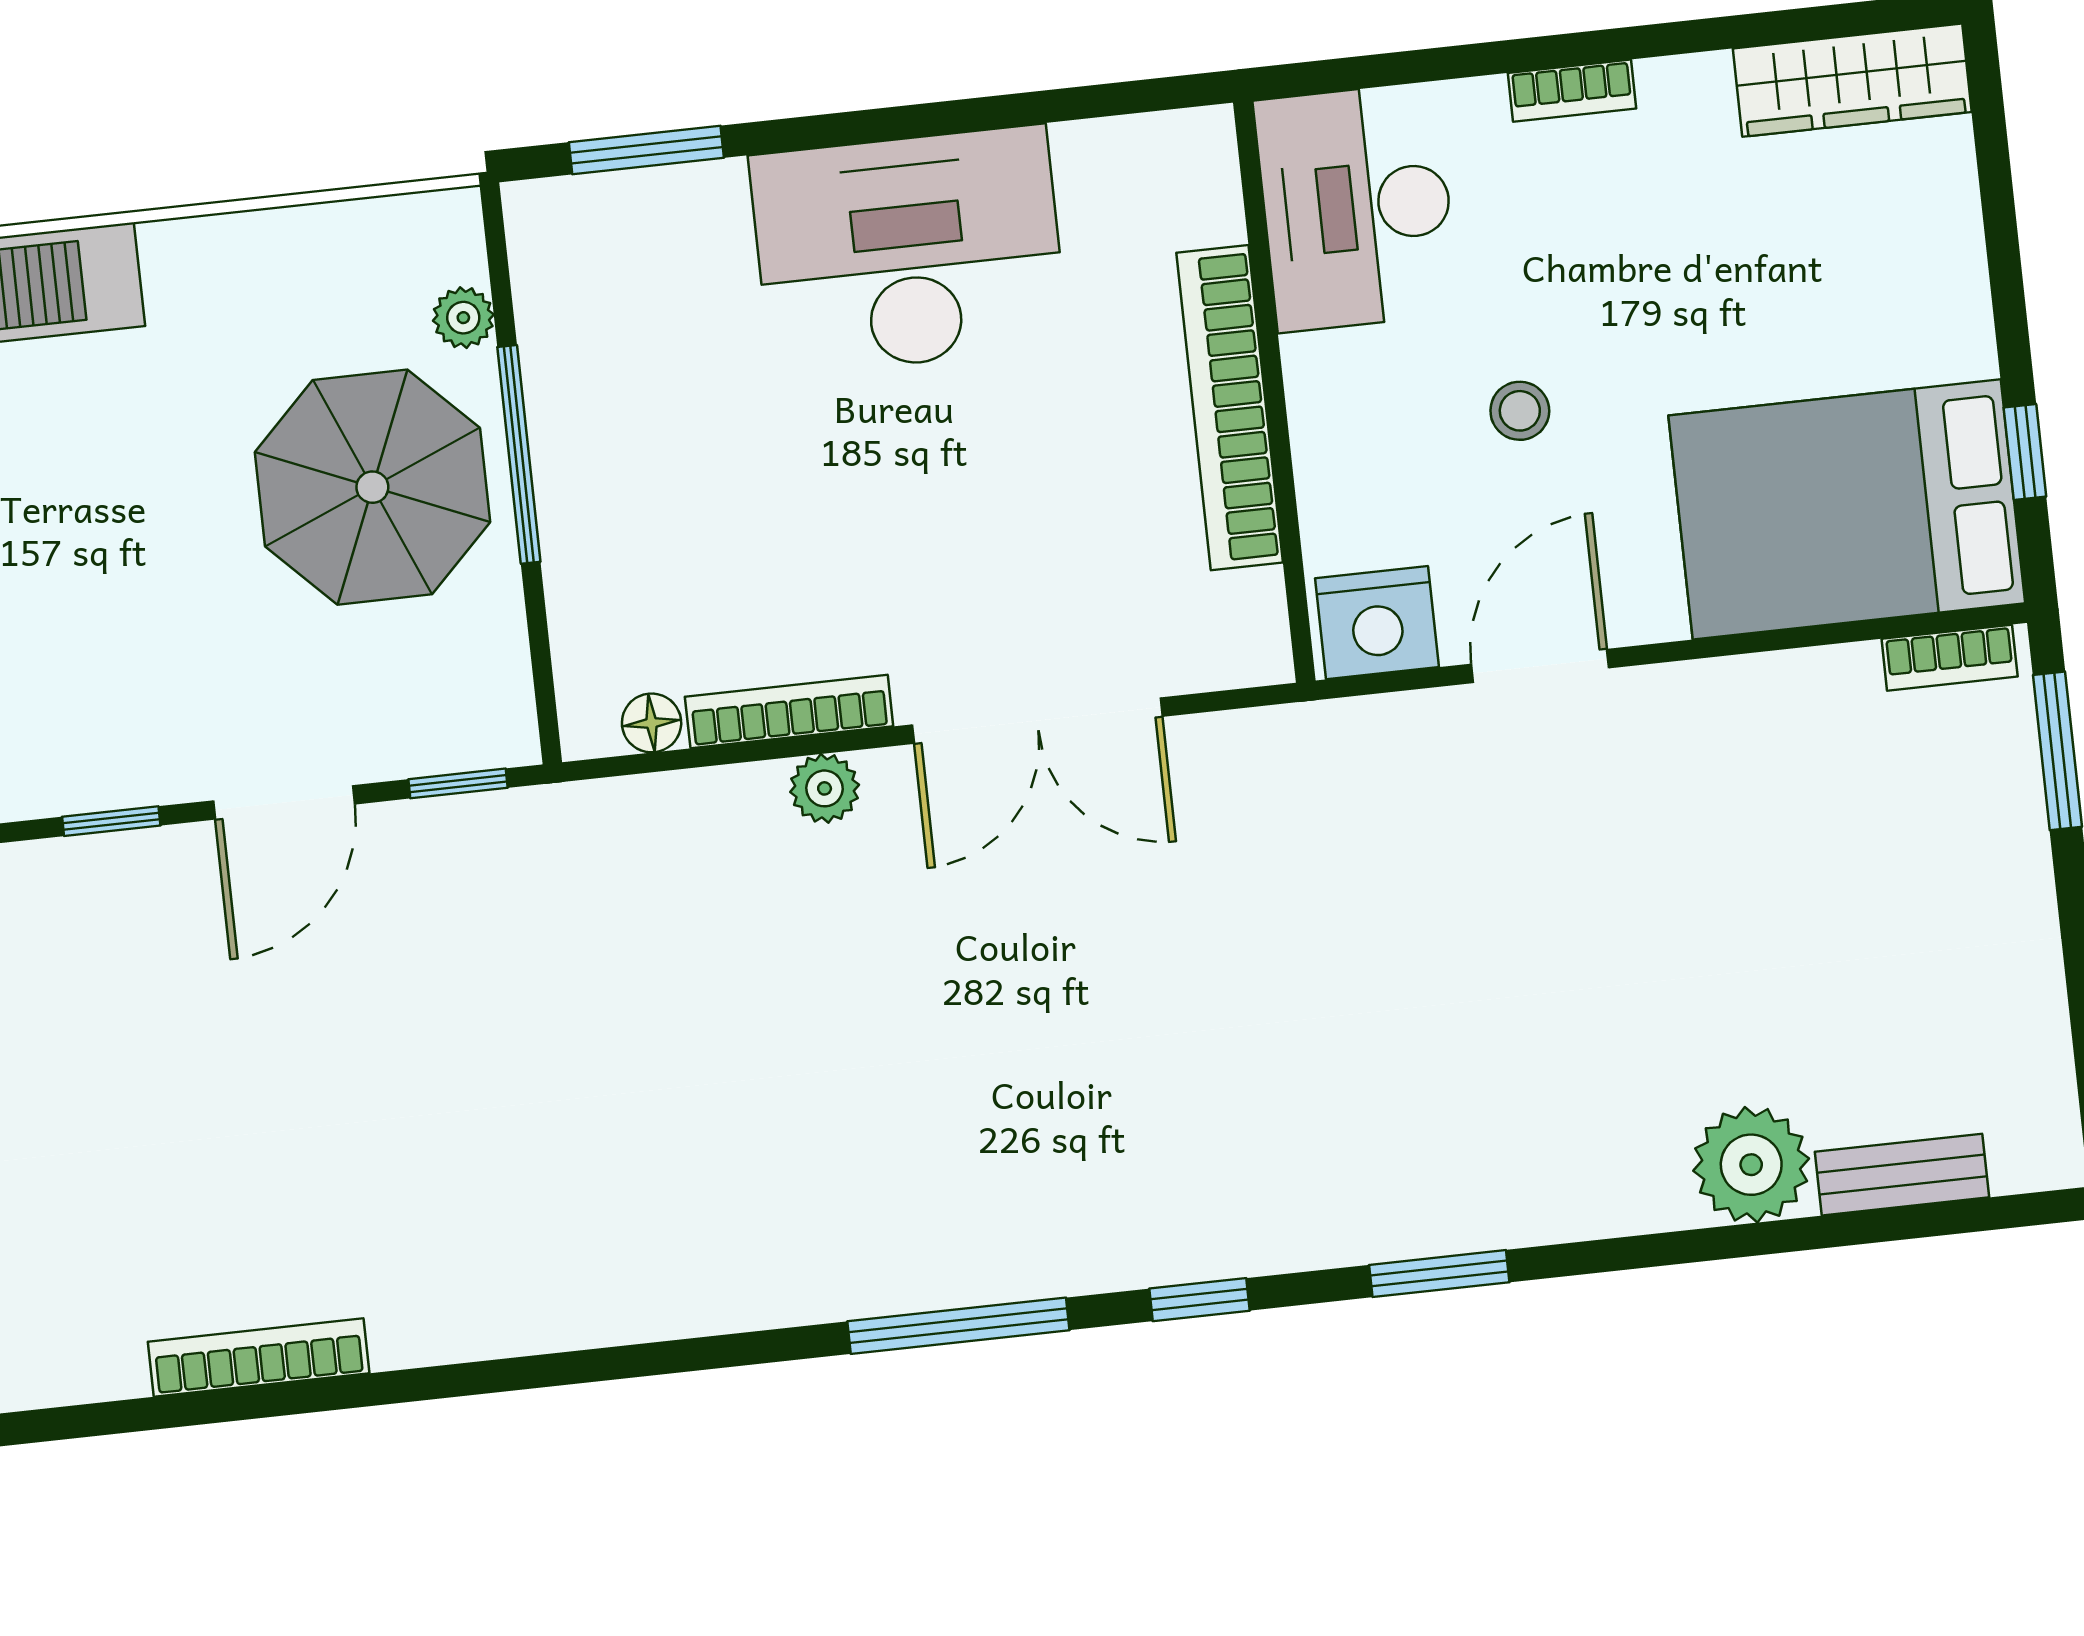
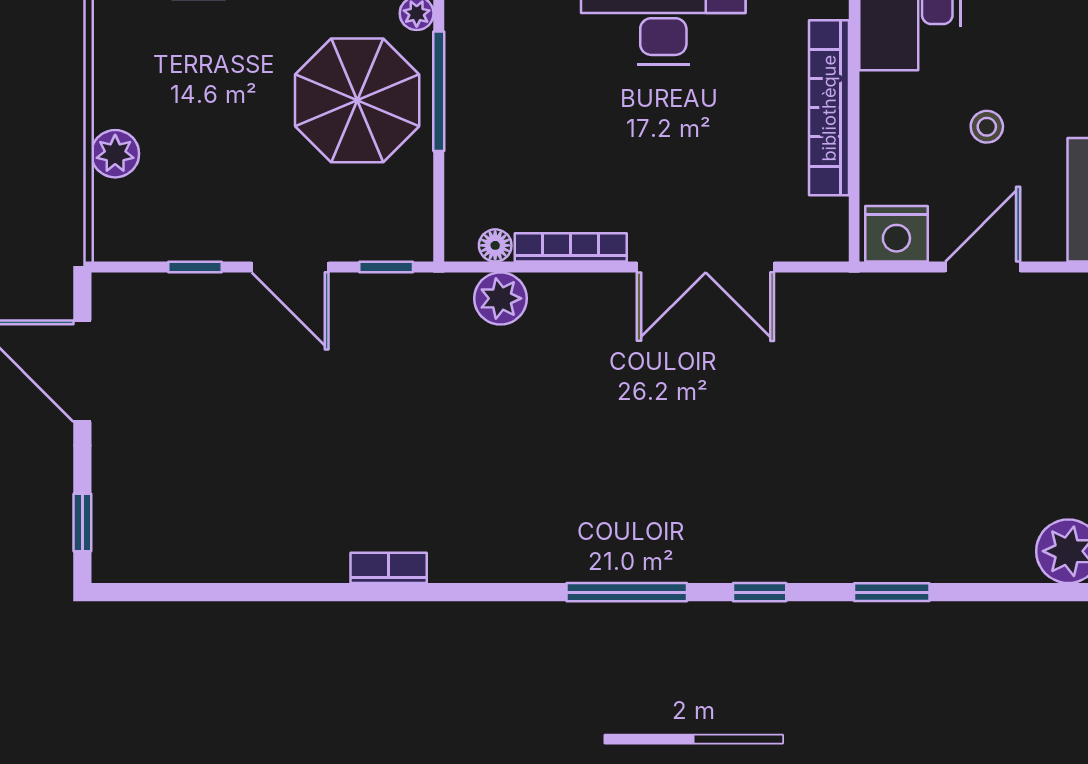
plant: (825, 788) -> (500, 298), moved, width x1.38, depth x1.38
door: (284, 802) -> (290, 267), hinge flipped
bookcase: (259, 1358) -> (389, 568), moved, width x0.64

